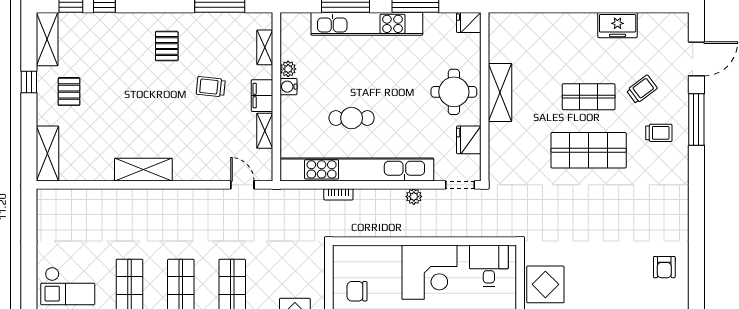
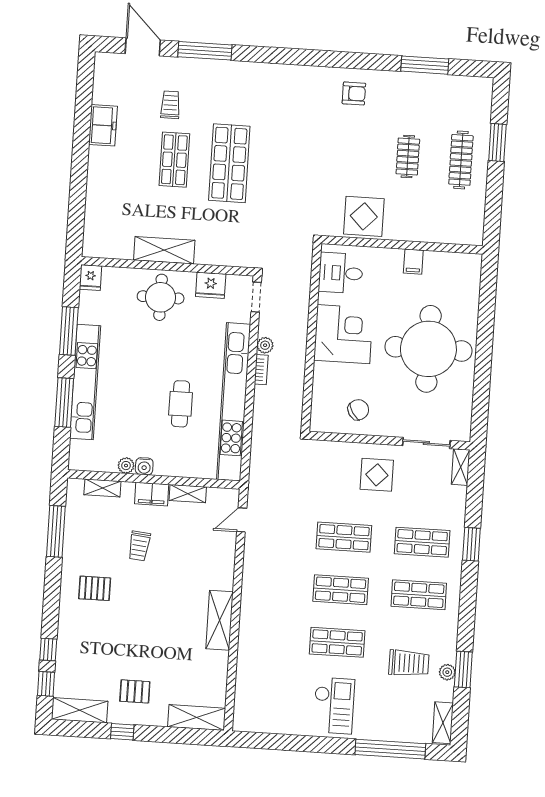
trolley: (642, 89) -> (170, 105), turned 37
trolley: (659, 133) -> (216, 90), removed
bookcase: (338, 194) -> (261, 370), moved
chair: (357, 291) -> (358, 410), turned -123

